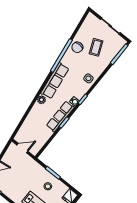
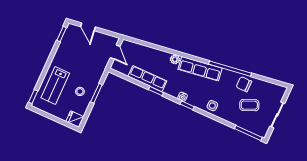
row of seats: (60, 116) -> (147, 79), moved

